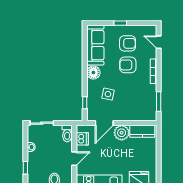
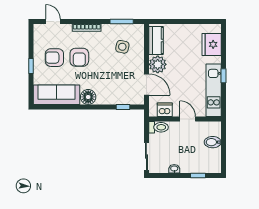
door: (159, 42) -> (53, 22), swing flipped
armchair: (128, 43) -> (54, 58), turned -90
side table: (108, 94) -> (122, 47), moved

